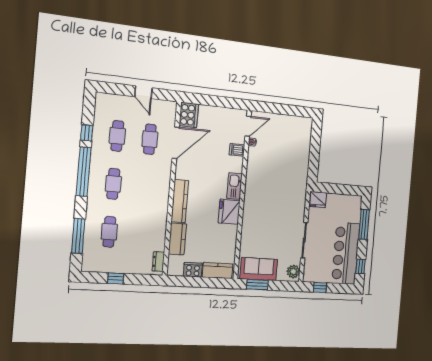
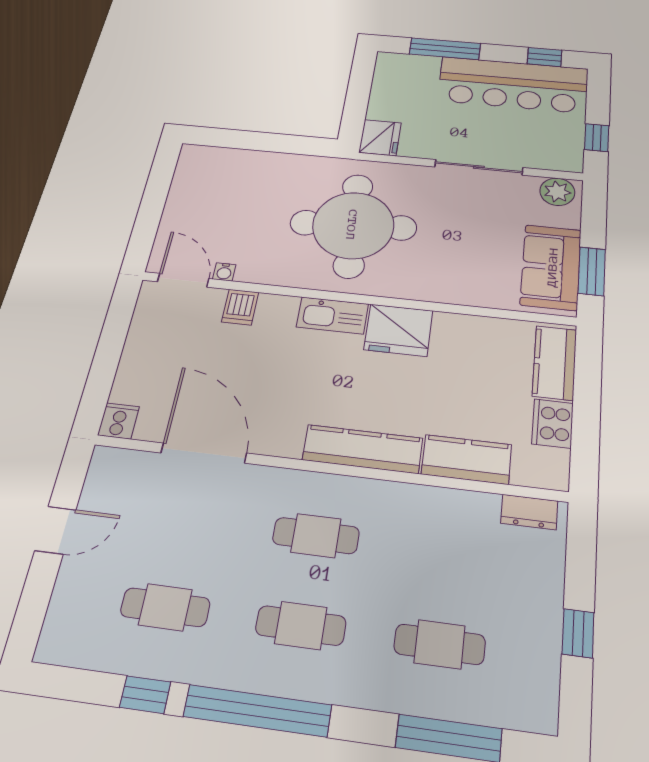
cooker: (189, 115) -> (118, 421), width x0.53, depth x0.76
cafe table: (150, 139) -> (316, 536), moved
round table: (275, 191) -> (353, 225), added

